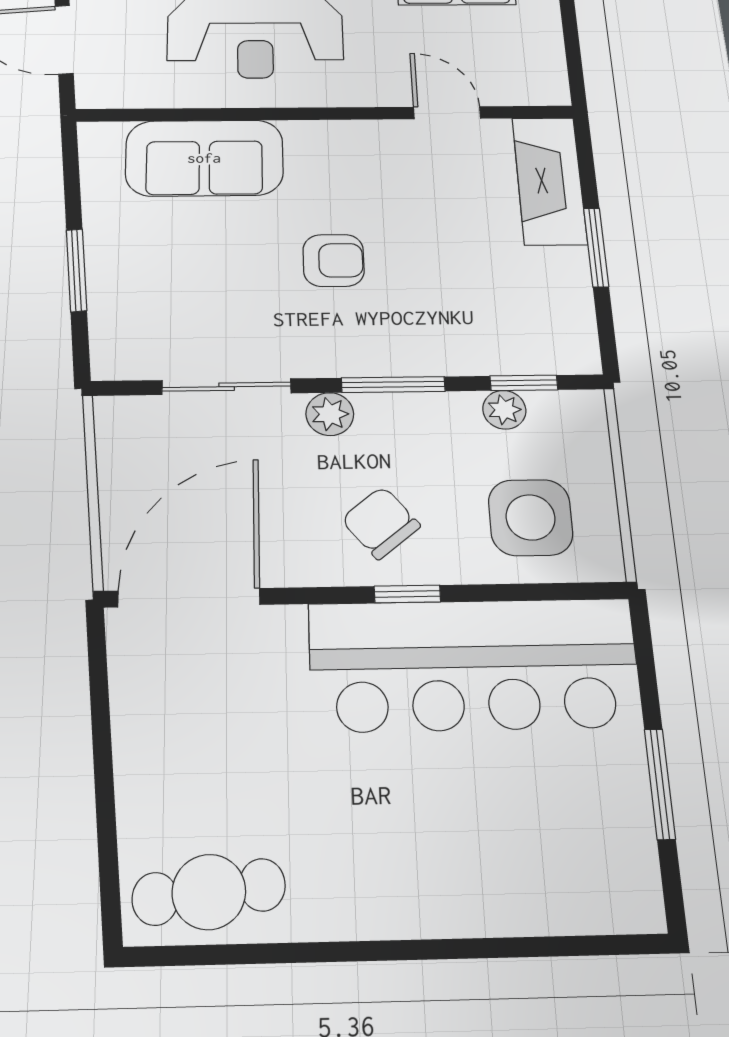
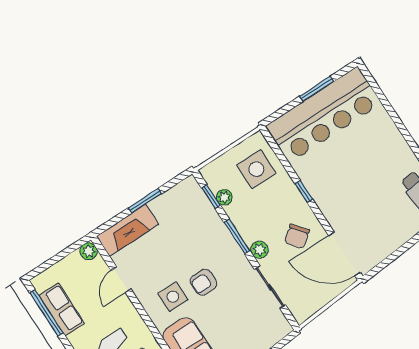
plant: (549, 89) -> (89, 251), added
side table: (343, 186) -> (173, 297), added
armchair: (334, 260) -> (204, 282), turned -90
chair: (381, 523) -> (297, 236), moved
bar counter: (474, 665) -> (324, 115), moved, turned 90

